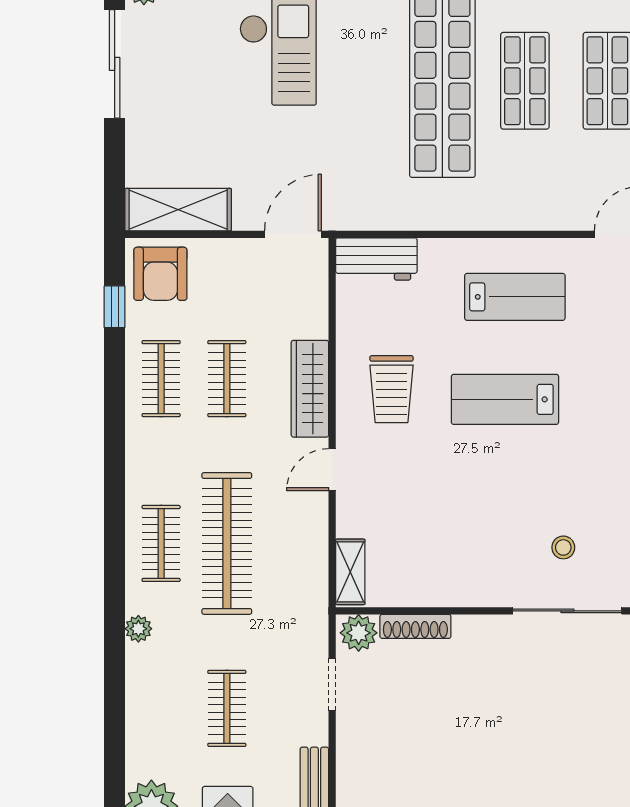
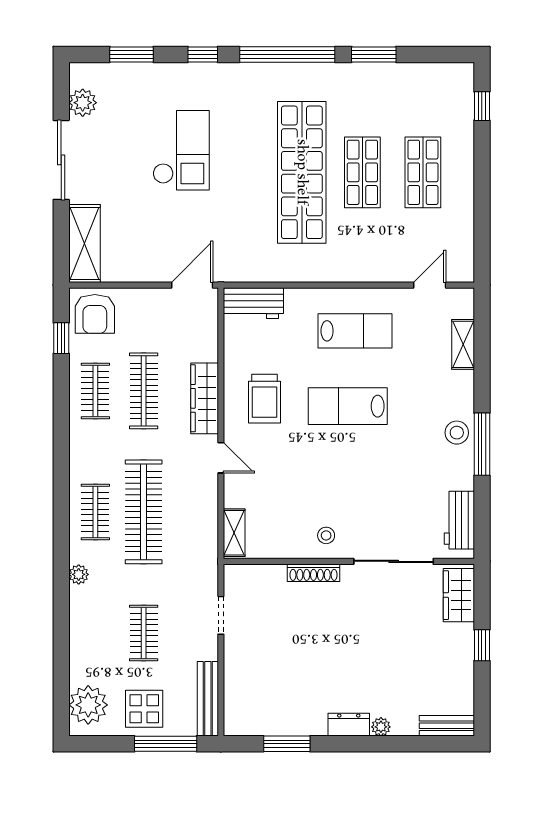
shelving: (178, 210) -> (84, 243), moved, turned 90
clothes rail: (227, 379) -> (144, 391), width x1.36
door: (332, 470) -> (221, 458), swing flipped
stool: (563, 547) -> (326, 535), moved
shoe rack: (415, 626) -> (314, 573), moved
plant: (359, 633) -> (240, 578), removed

